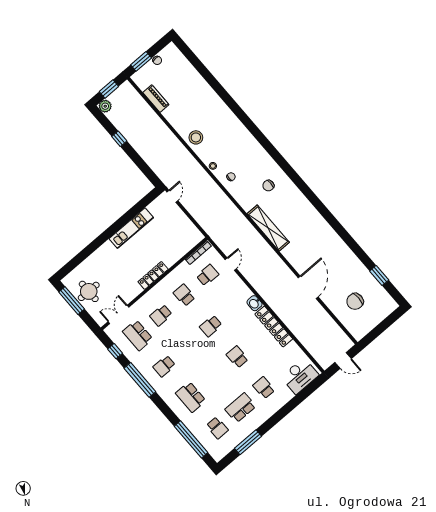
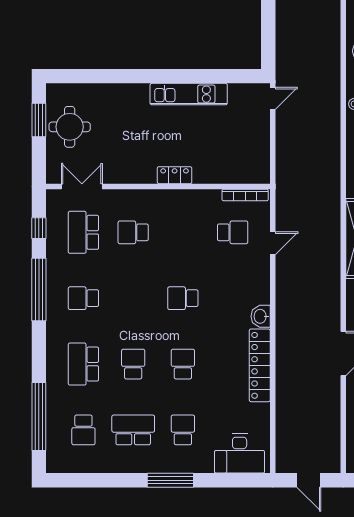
locker: (153, 275) -> (175, 175), width x0.66
school desk: (184, 295) -> (133, 364), moved
window: (72, 301) -> (39, 120), width x0.69
window: (248, 442) -> (170, 480), moved

